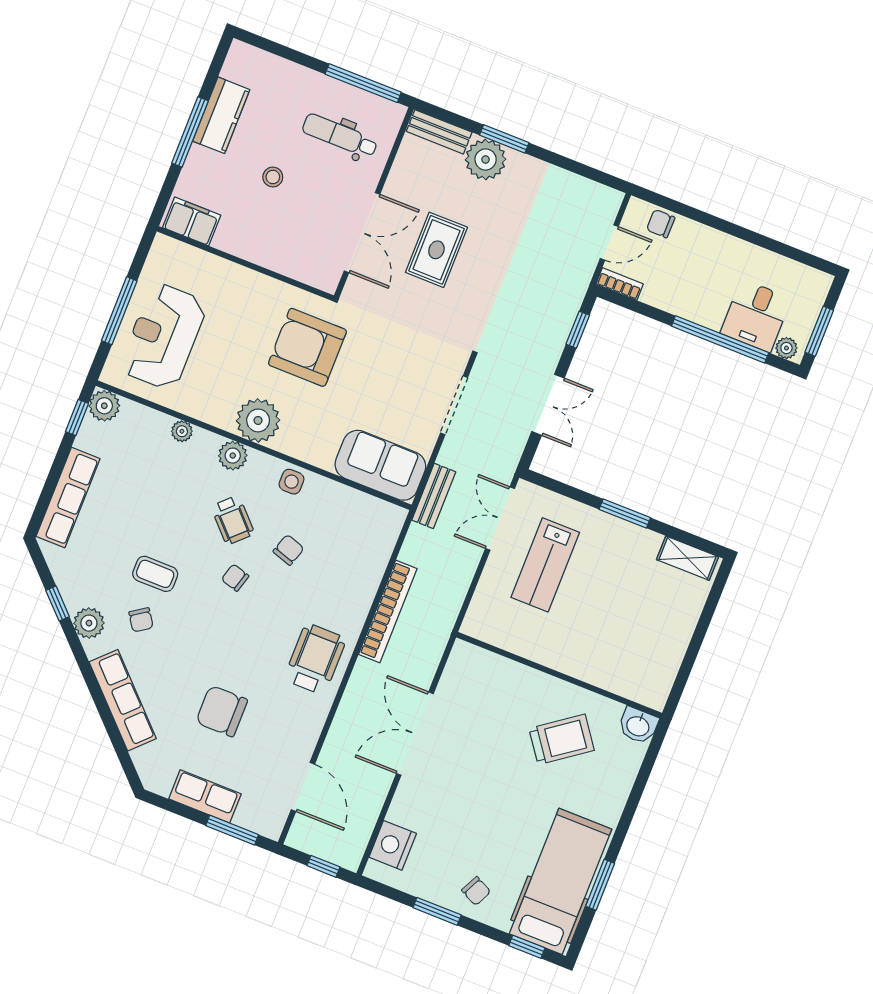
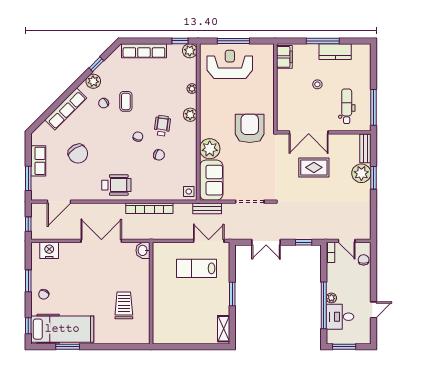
door: (769, 244) -> (373, 310), added
plant: (786, 348) -> (331, 298), moved
plant: (258, 420) -> (210, 149), moved
side table: (292, 482) -> (189, 192), moved
wheelchair: (233, 520) -> (162, 126), turned 142
chair: (222, 711) -> (78, 154), turned 149
washbasin: (638, 725) -> (143, 250), moved
trolley: (562, 739) -> (124, 305), turned -144

